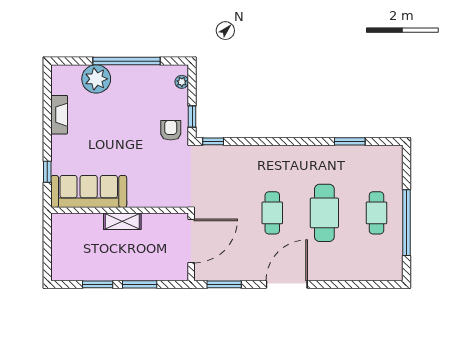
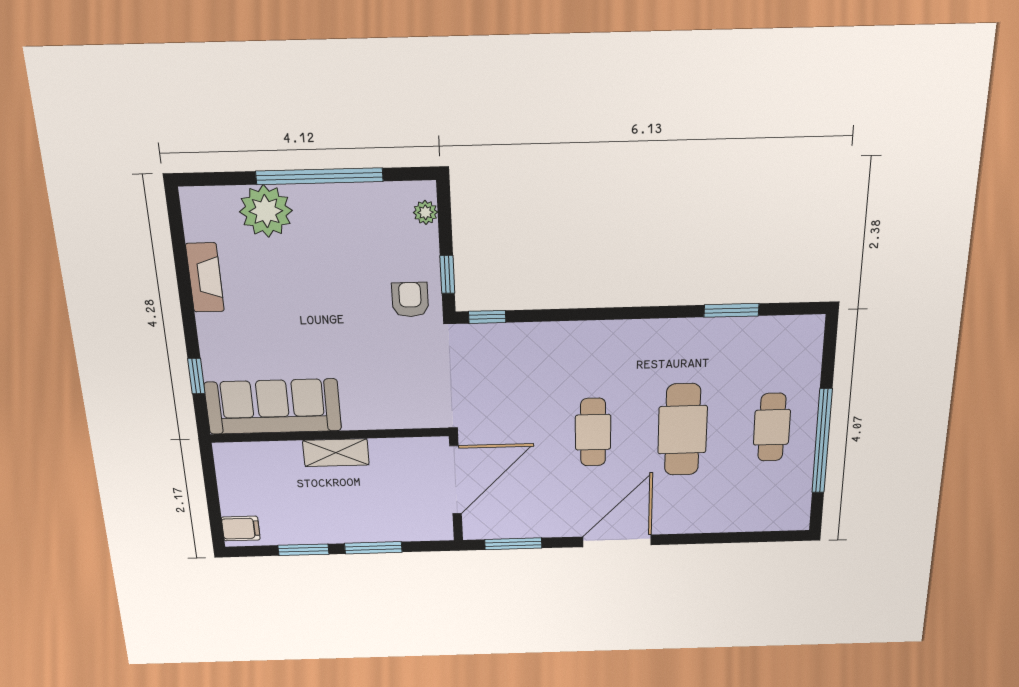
filing cabinet: (62, 269) -> (241, 529), added

